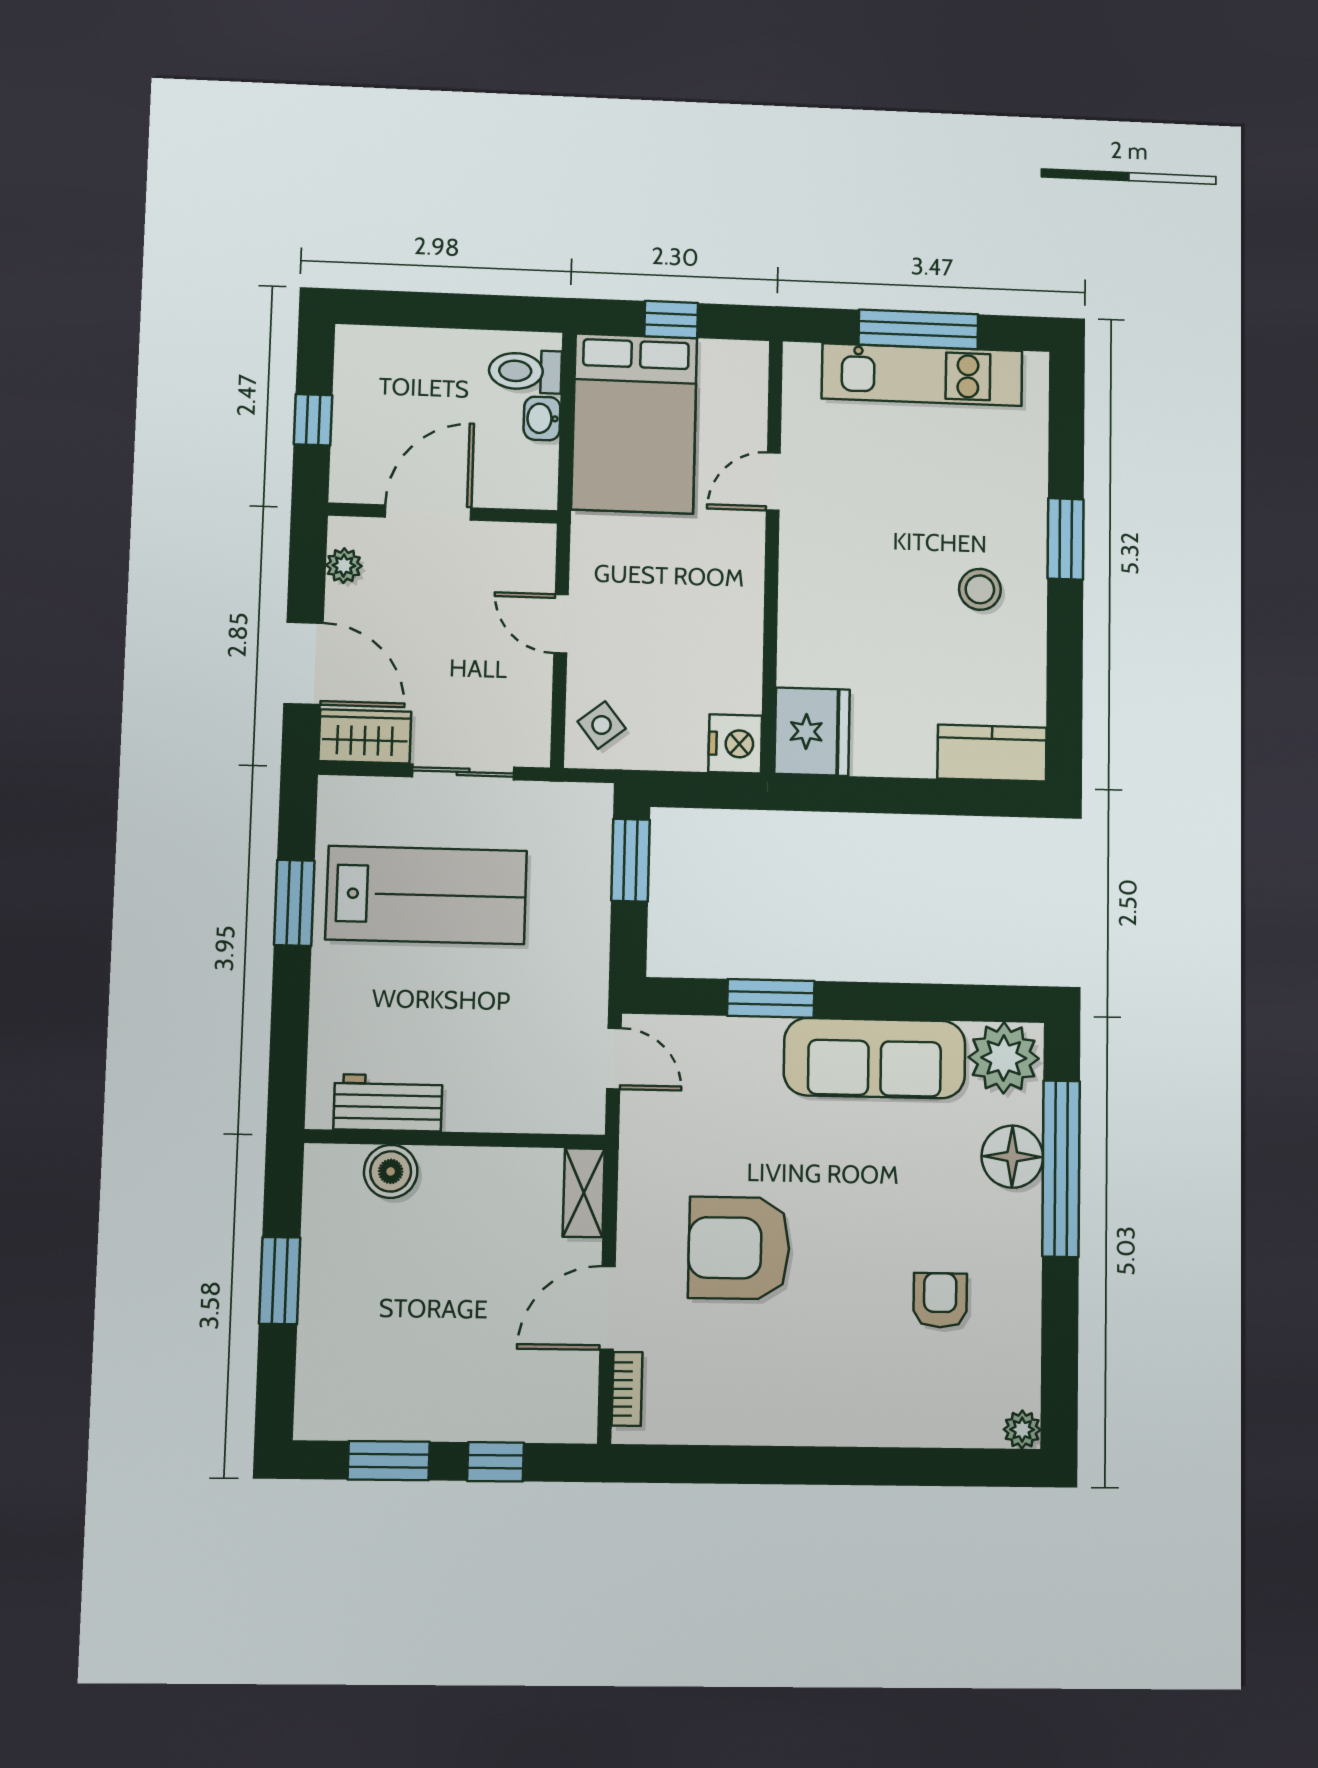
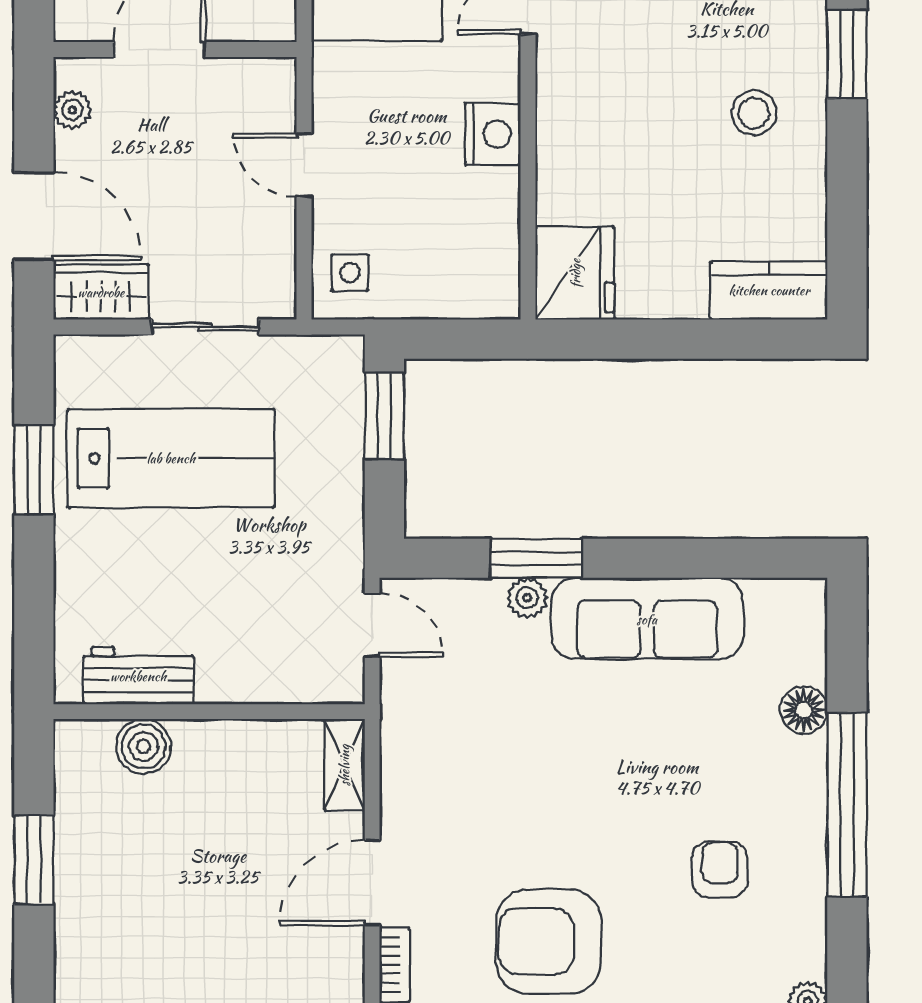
side table: (602, 725) -> (350, 273), turned 38
nightstand: (735, 744) -> (493, 134), moved
plant: (1004, 1058) -> (527, 598), moved, width x0.53, depth x0.53
floor lamp: (1012, 1157) -> (804, 710), width x0.73, depth x0.73
window: (1061, 1169) -> (847, 805), moved
armchair: (739, 1248) -> (549, 941), moved

